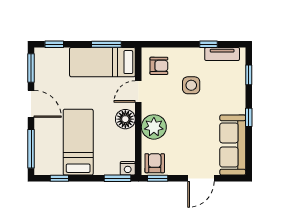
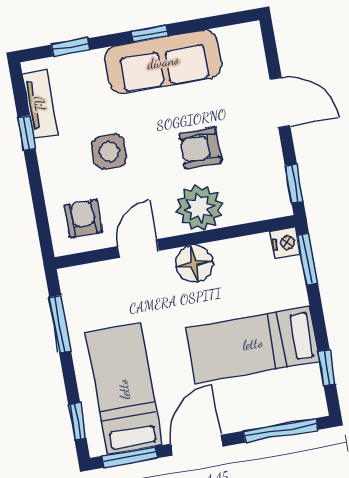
bed: (102, 62) -> (124, 389), moved, turned 180
door: (138, 91) -> (138, 249), swing flipped
sofa: (233, 145) -> (163, 62), moved
armchair: (155, 163) -> (200, 148), moved

